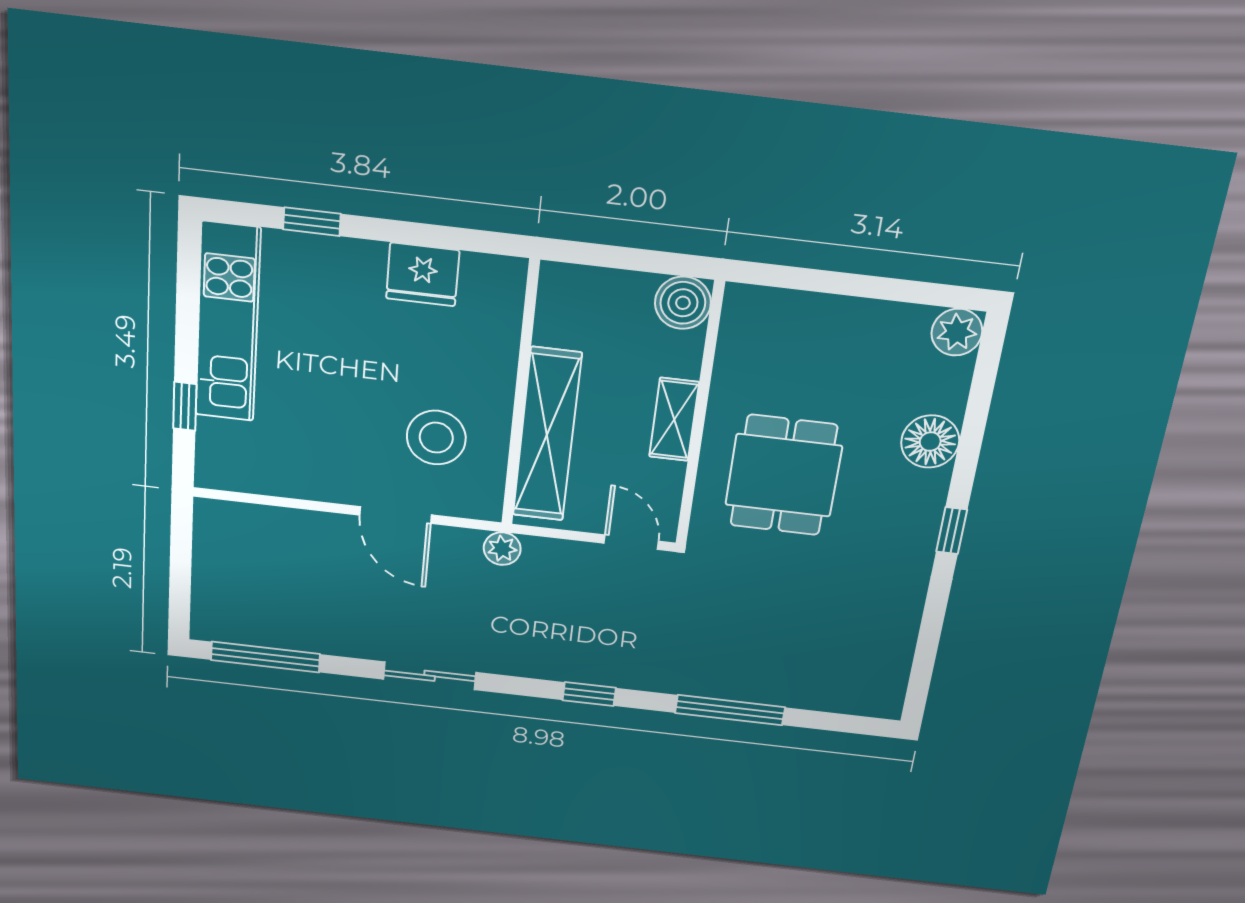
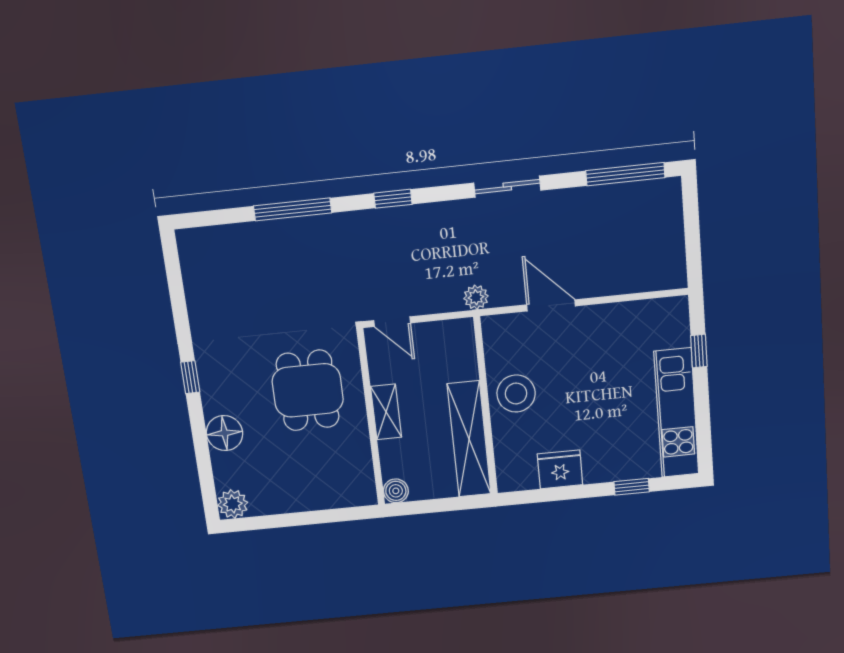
boiler: (683, 303) -> (396, 491), width x0.73, depth x0.73
shelving: (547, 435) -> (469, 439), moved
stool: (436, 438) -> (516, 394), moved

